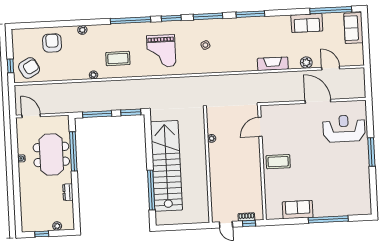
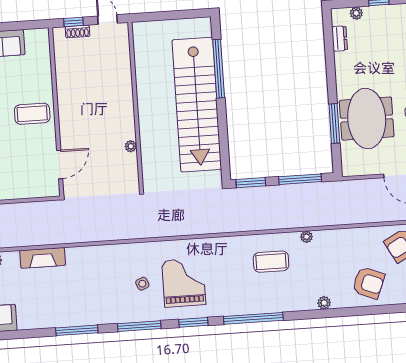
armchair: (52, 43) -> (368, 283), turned -68
grand piano: (161, 51) -> (184, 283), moved
window: (73, 151) -> (334, 123), width x0.68
dresser: (68, 192) -> (340, 39), moved

